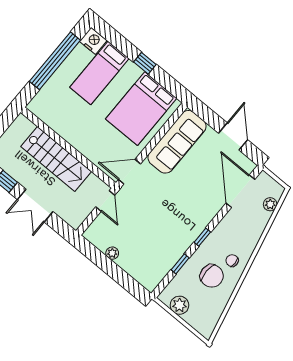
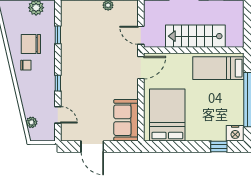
window: (145, 63) -> (219, 147), moved
bed: (99, 73) -> (218, 68), moved, turned -90
sofa: (177, 142) -> (126, 120), width x0.73
door: (240, 191) -> (58, 115), width x0.53
window: (202, 237) -> (58, 83), moved

